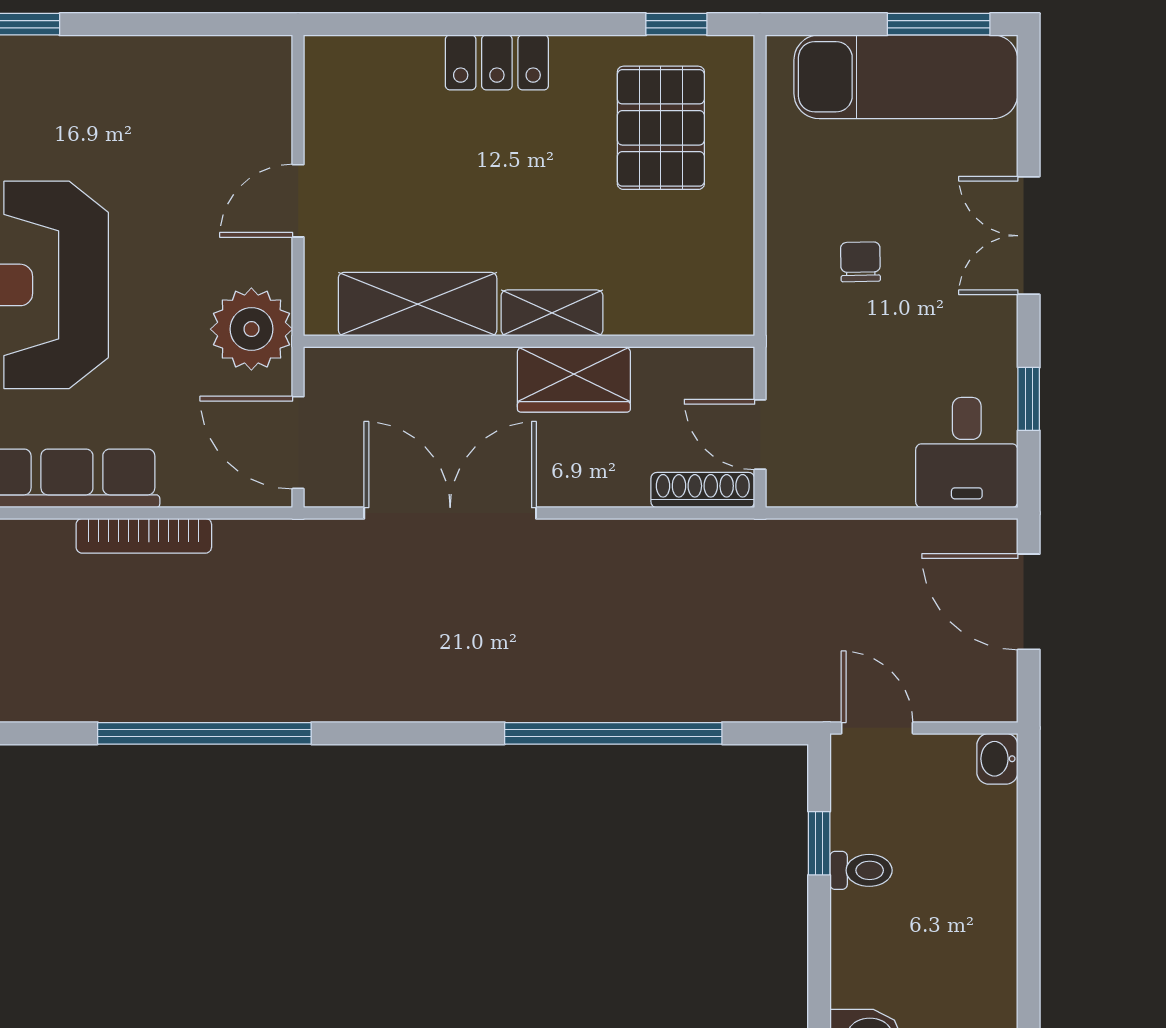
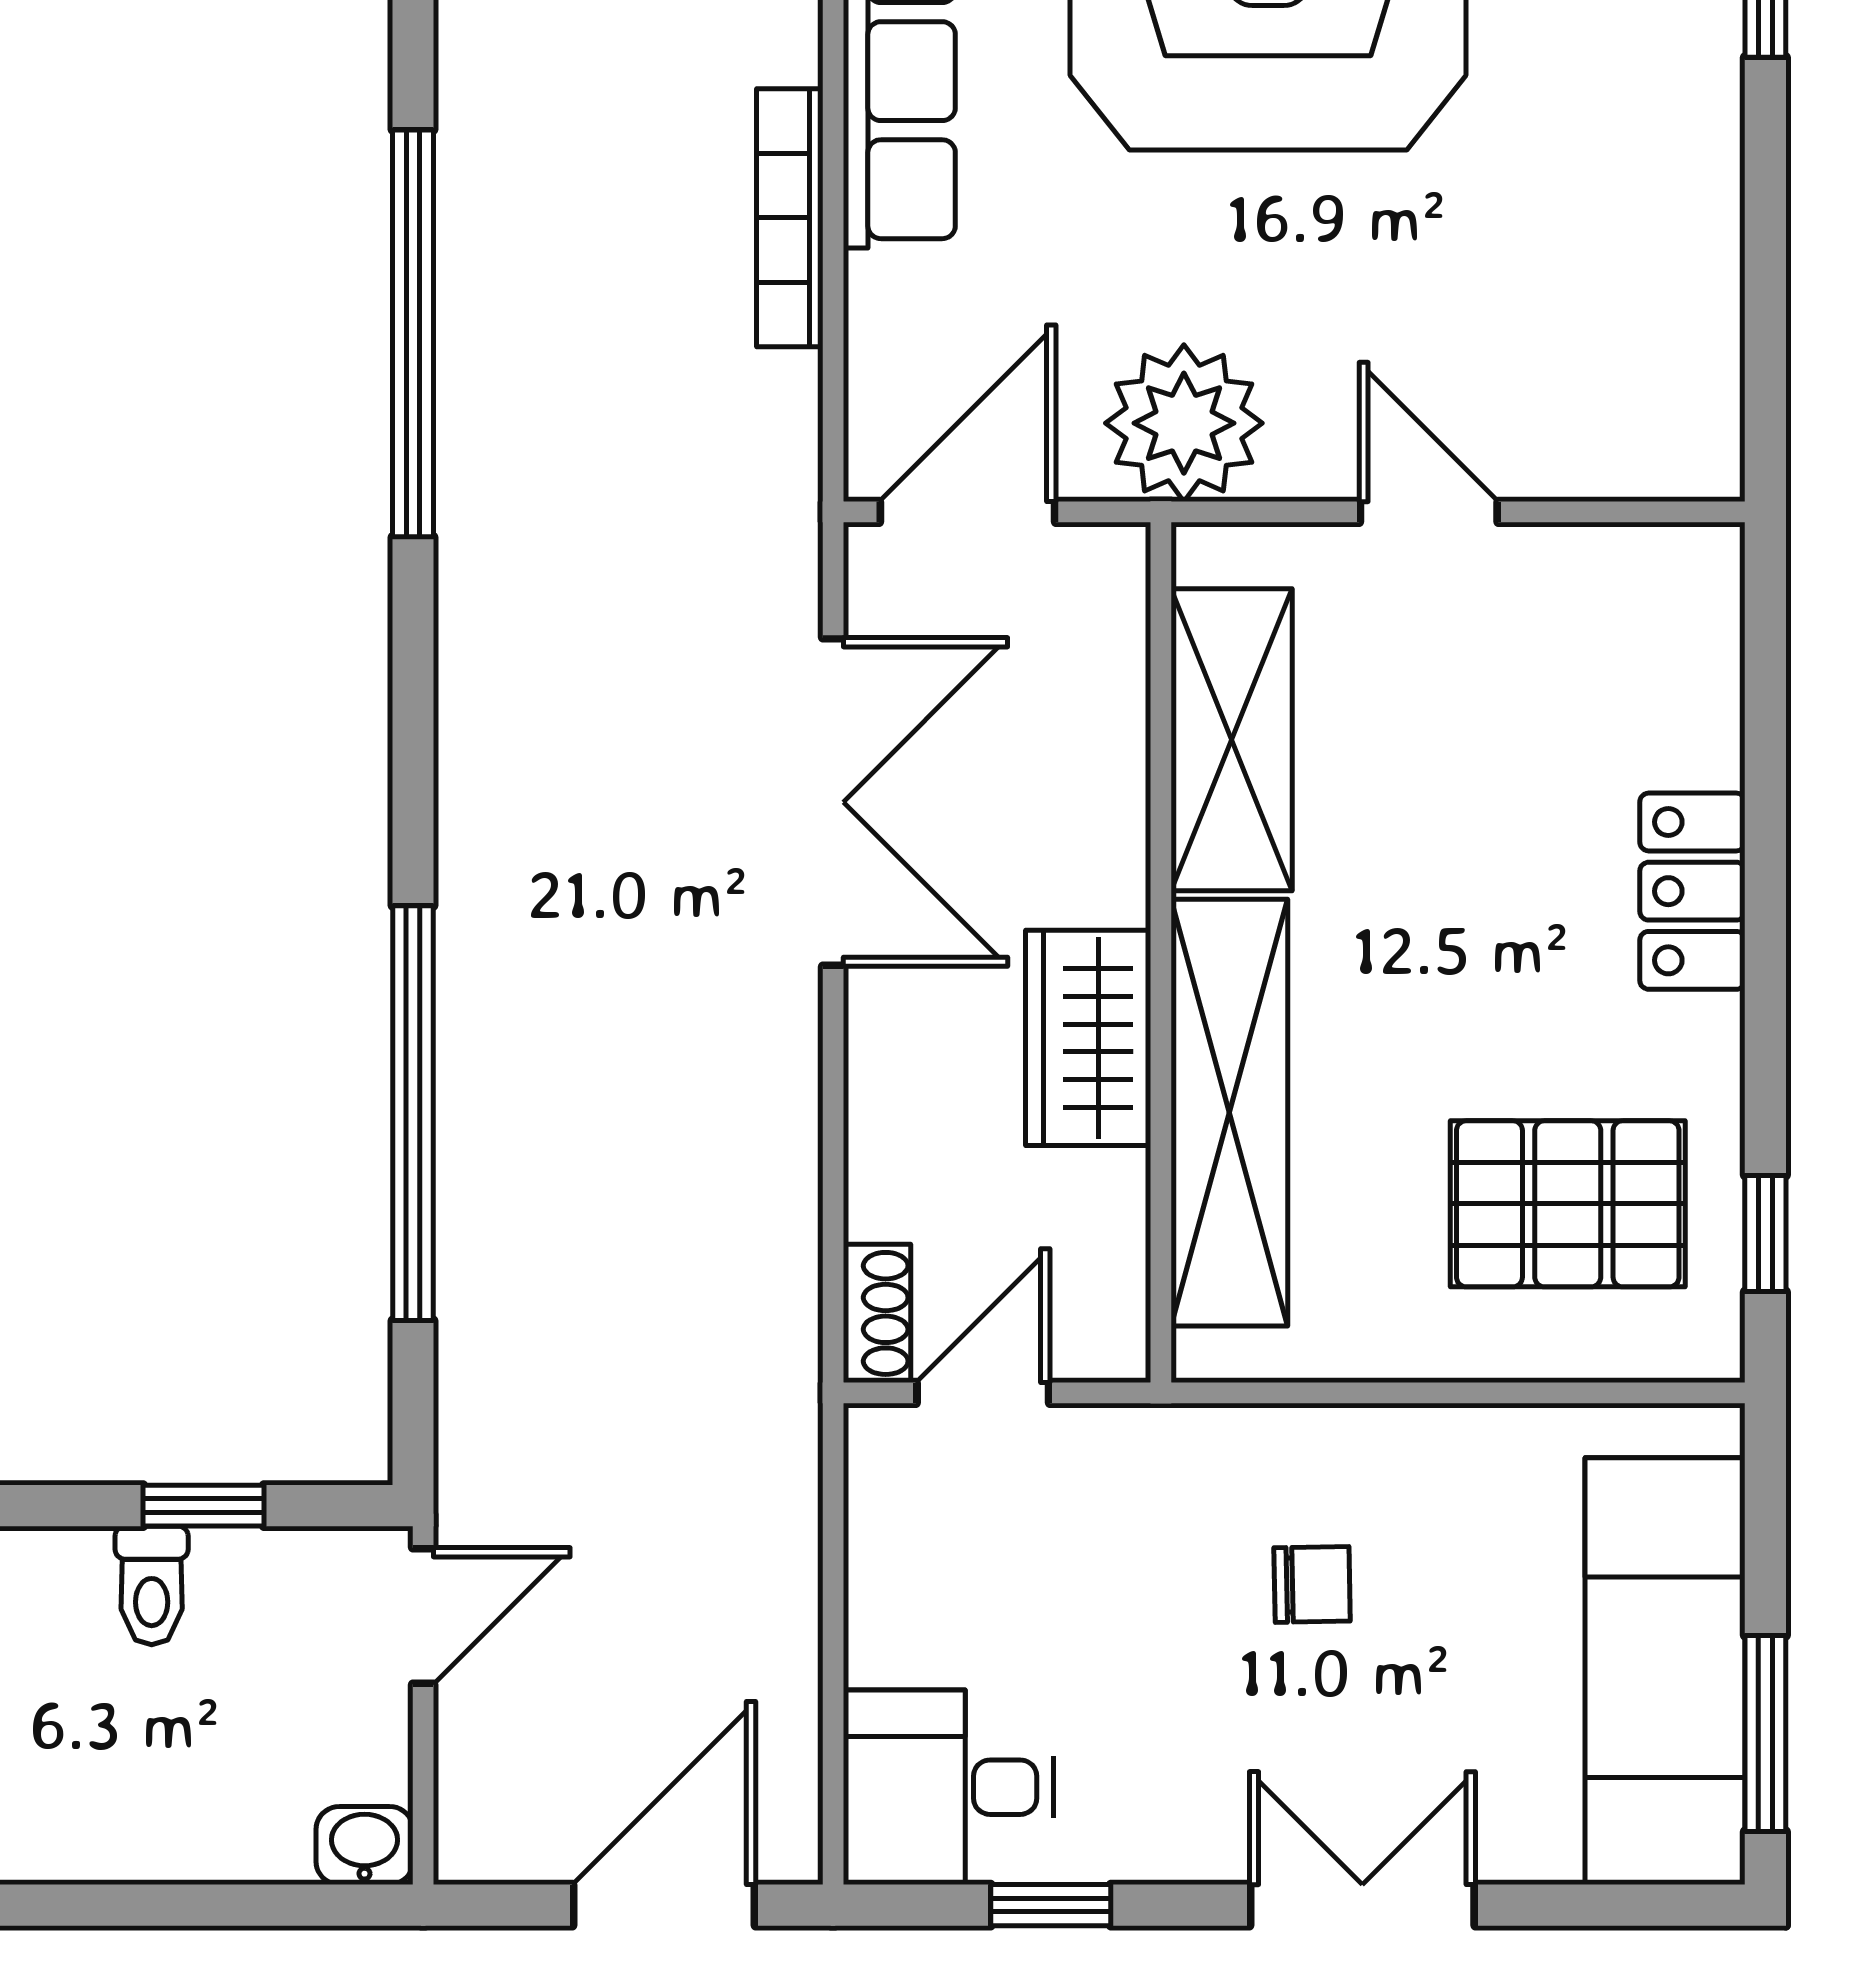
shelving: (552, 313) -> (1229, 1113), width x2.20, depth x1.33
shoe rack: (703, 490) -> (877, 1313), width x0.70

